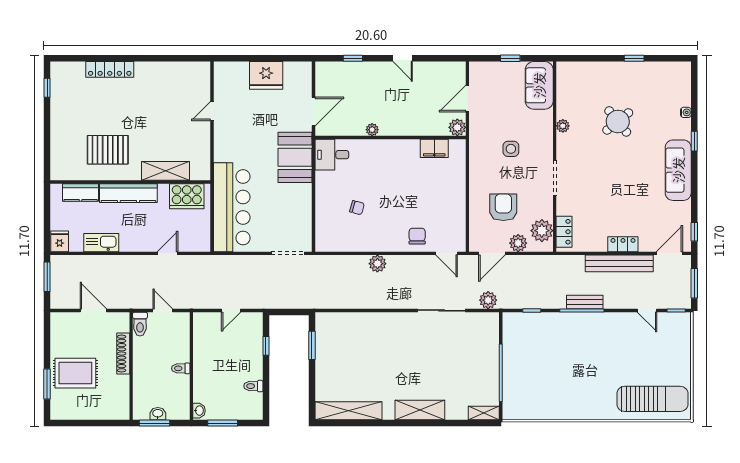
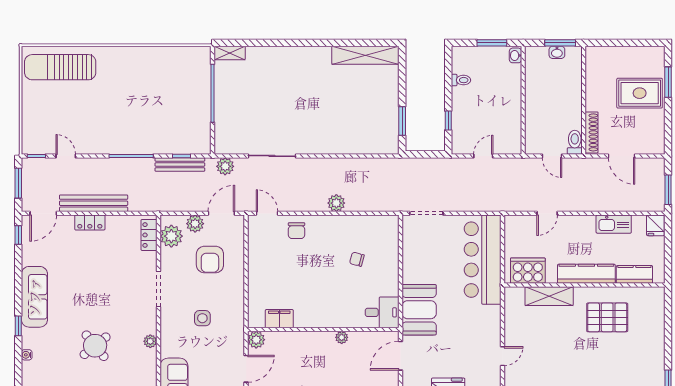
bench: (585, 302) -> (180, 164), moved, width x1.36
shoe rack: (123, 354) -> (592, 132), moved
toilet: (181, 368) -> (534, 98), removed
shelving: (420, 410) -> (294, 56), removed

